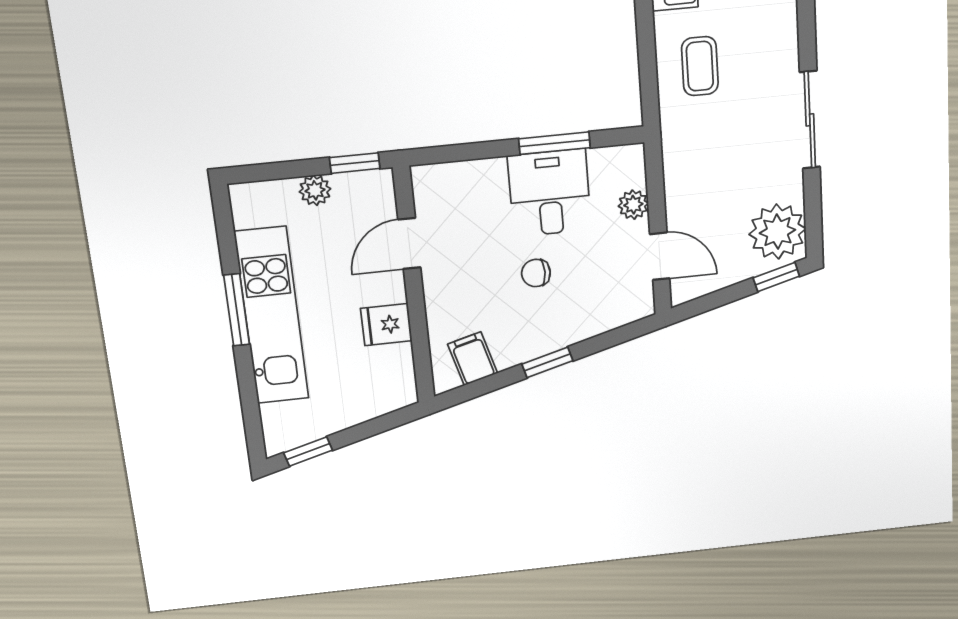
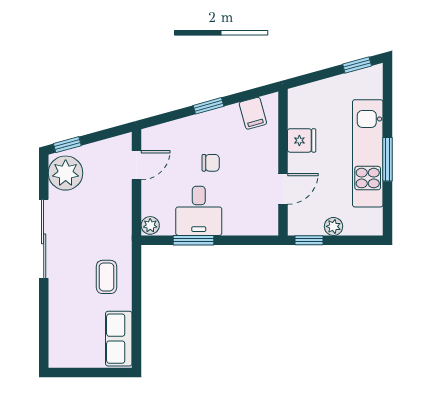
sliding door: (810, 120) -> (44, 239), width x1.37
plant: (633, 205) -> (150, 225), moved
door: (660, 256) -> (137, 165), swing flipped

